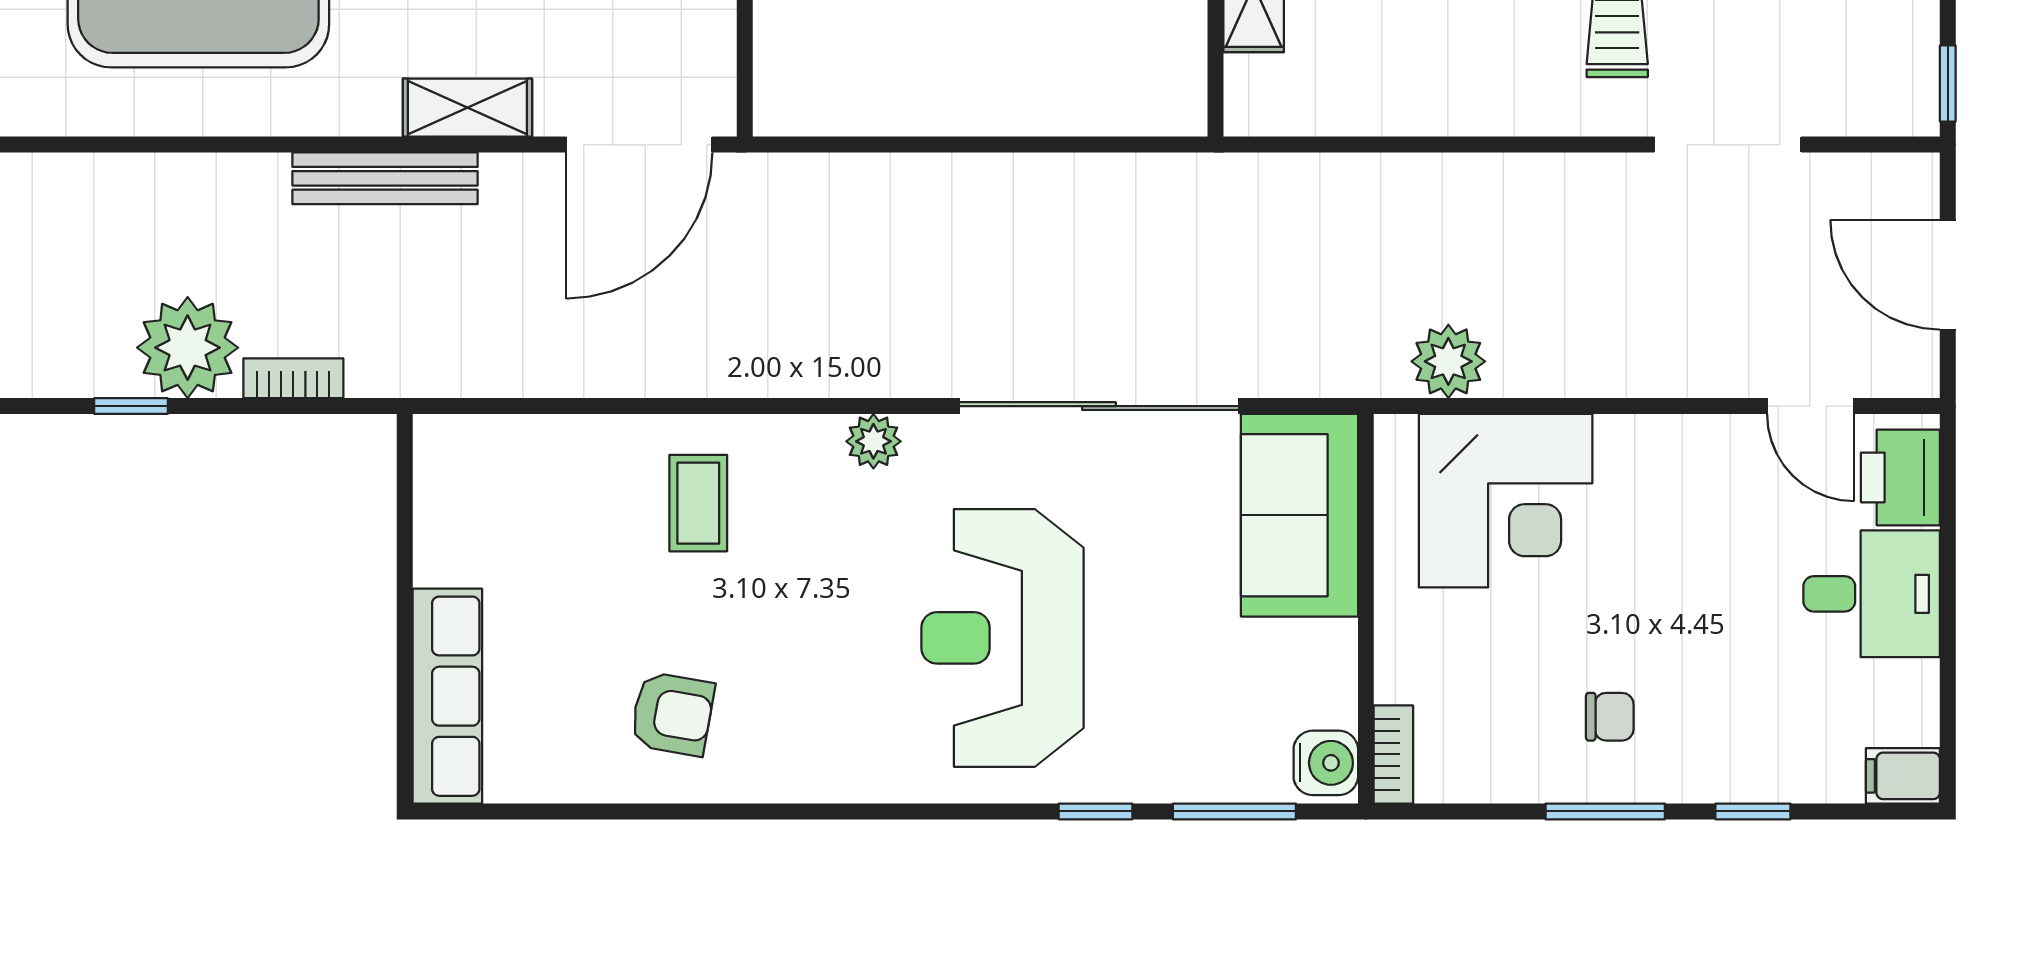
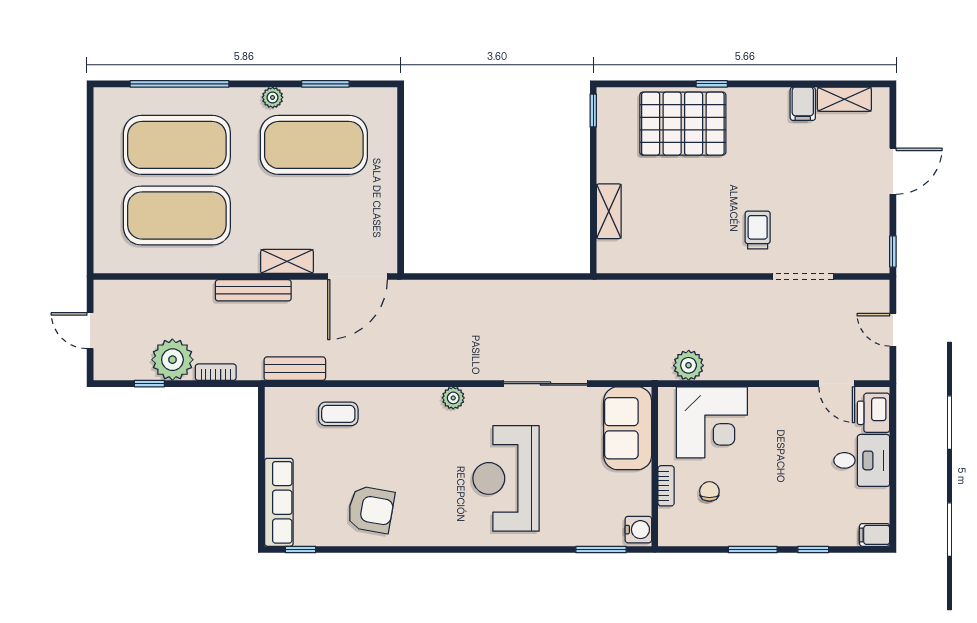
door: (1948, 275) -> (893, 330), width x0.73
bench: (487, 370) -> (295, 369), added
sliding door: (1099, 406) -> (546, 384), width x0.73
coffee table: (698, 503) -> (338, 414), moved, turned 90
armchair: (672, 714) -> (371, 510), width x1.38, depth x1.38
chair: (1610, 717) -> (709, 491), moved, turned -90
bookcase: (1393, 754) -> (666, 486), moved
window: (1096, 811) -> (301, 549), moved

